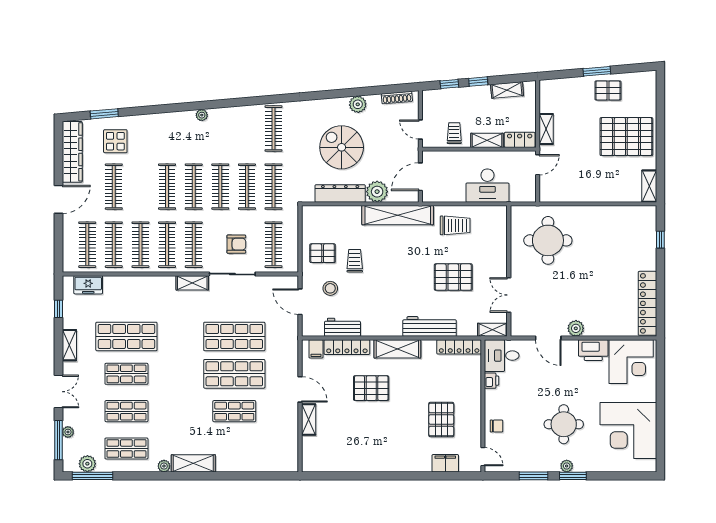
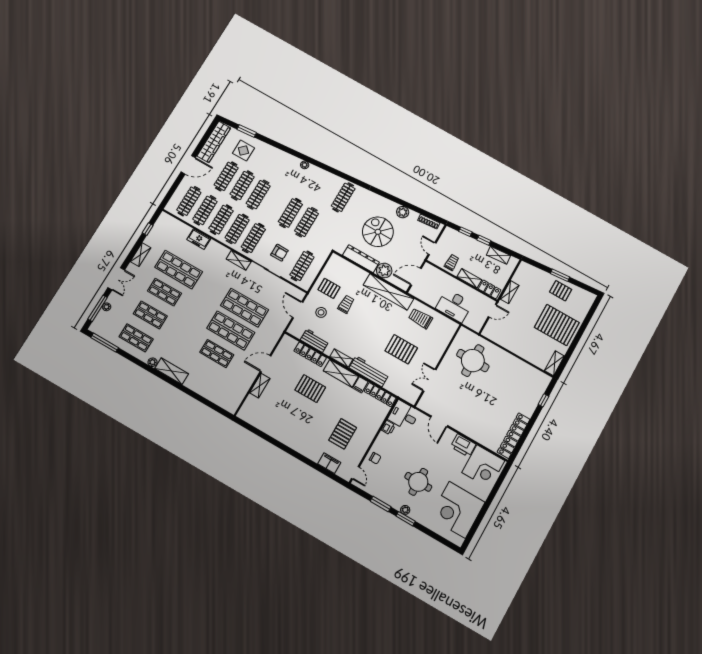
clothes rail: (194, 187) -> (242, 185), moved
clothes rail: (274, 187) -> (323, 231), removed
trolley: (455, 225) -> (420, 318), turned 180
freezer: (88, 285) -> (199, 239), moved
plant: (576, 328) -> (460, 425), removed
shelving: (492, 330) -> (341, 358), moved
filing cabinet: (316, 349) -> (360, 385), moved
door: (300, 389) -> (266, 364), swing flipped
plant: (87, 464) -> (106, 333), removed

